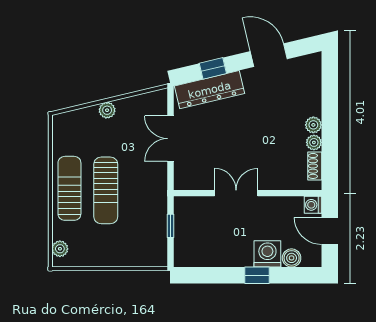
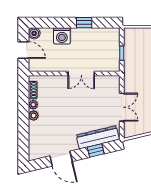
washing machine: (313, 205) -> (34, 66), removed
boiler: (292, 258) -> (34, 33), moved
window: (257, 275) -> (84, 23), moved

